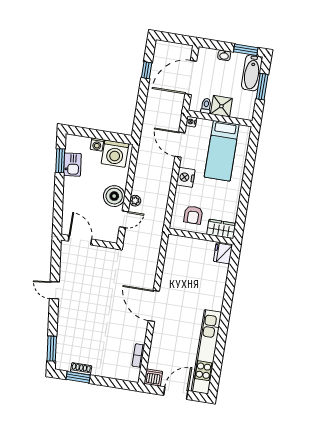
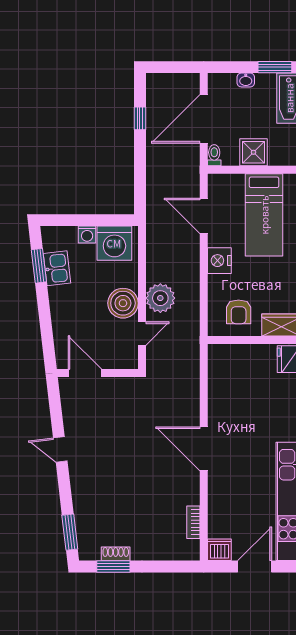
toilet: (206, 106) -> (214, 155), moved
nightstand: (191, 122) -> (214, 181), removed
plant: (135, 201) -> (160, 298), width x1.87, depth x1.87

